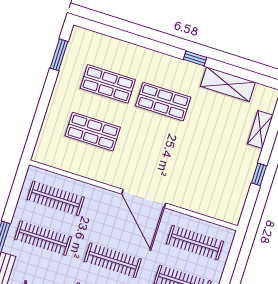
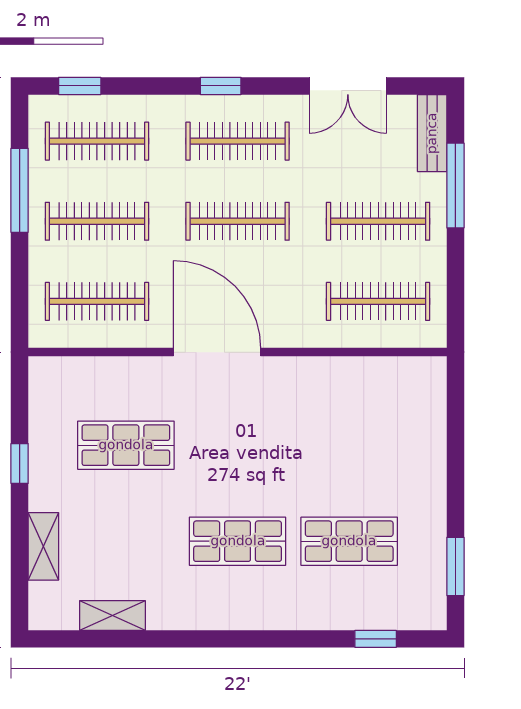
window: (195, 58) -> (376, 639), moved
shelving: (228, 84) -> (112, 615), width x0.67, depth x0.75
shop shelf: (93, 132) -> (126, 445), moved

